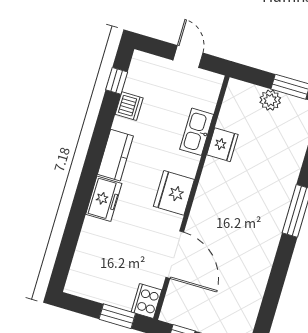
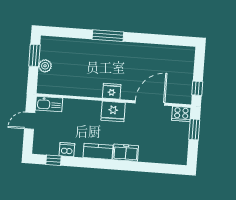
kitchen sink: (197, 132) -> (49, 104), moved
fridge: (222, 145) -> (112, 91), moved

